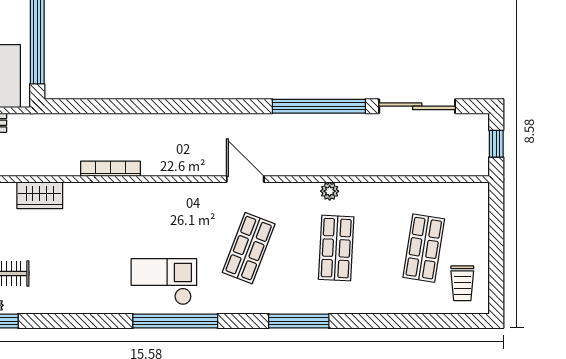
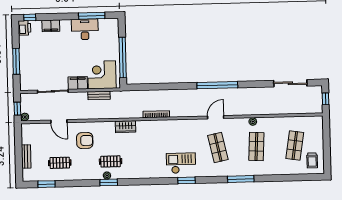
window: (319, 106) -> (217, 85), moved
door: (245, 179) -> (216, 117), hinge flipped
shop shelf: (249, 248) -> (218, 147), turned -33
window: (175, 321) -> (186, 180), width x0.47

